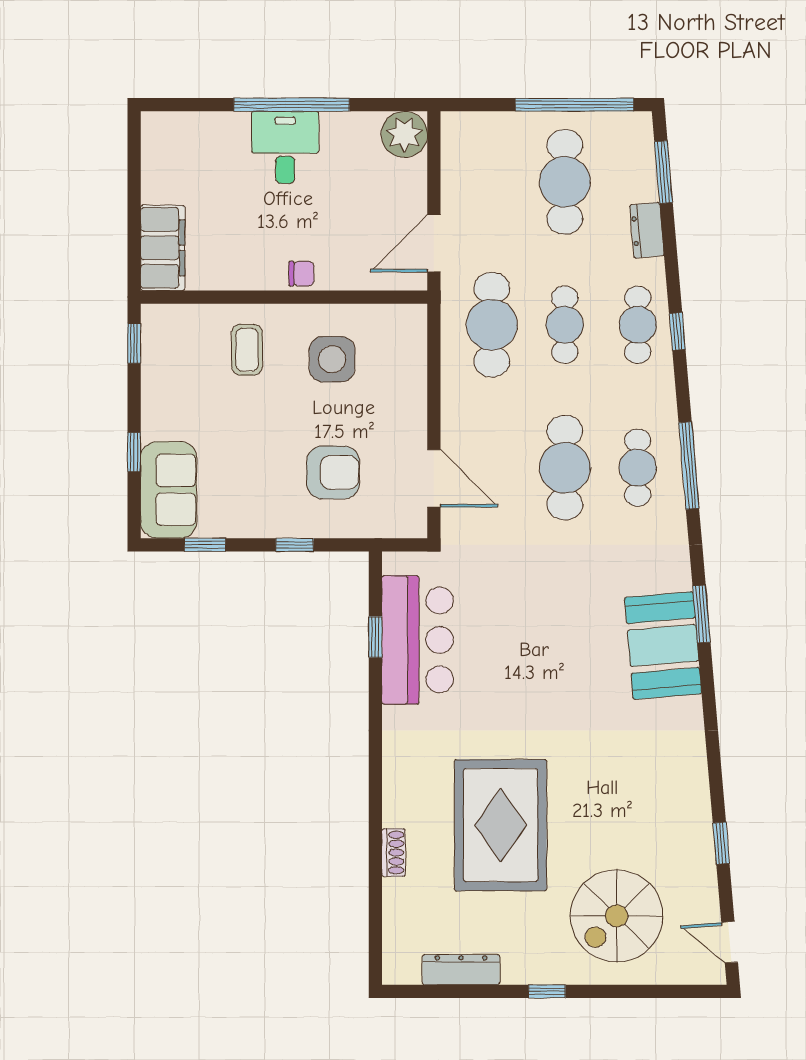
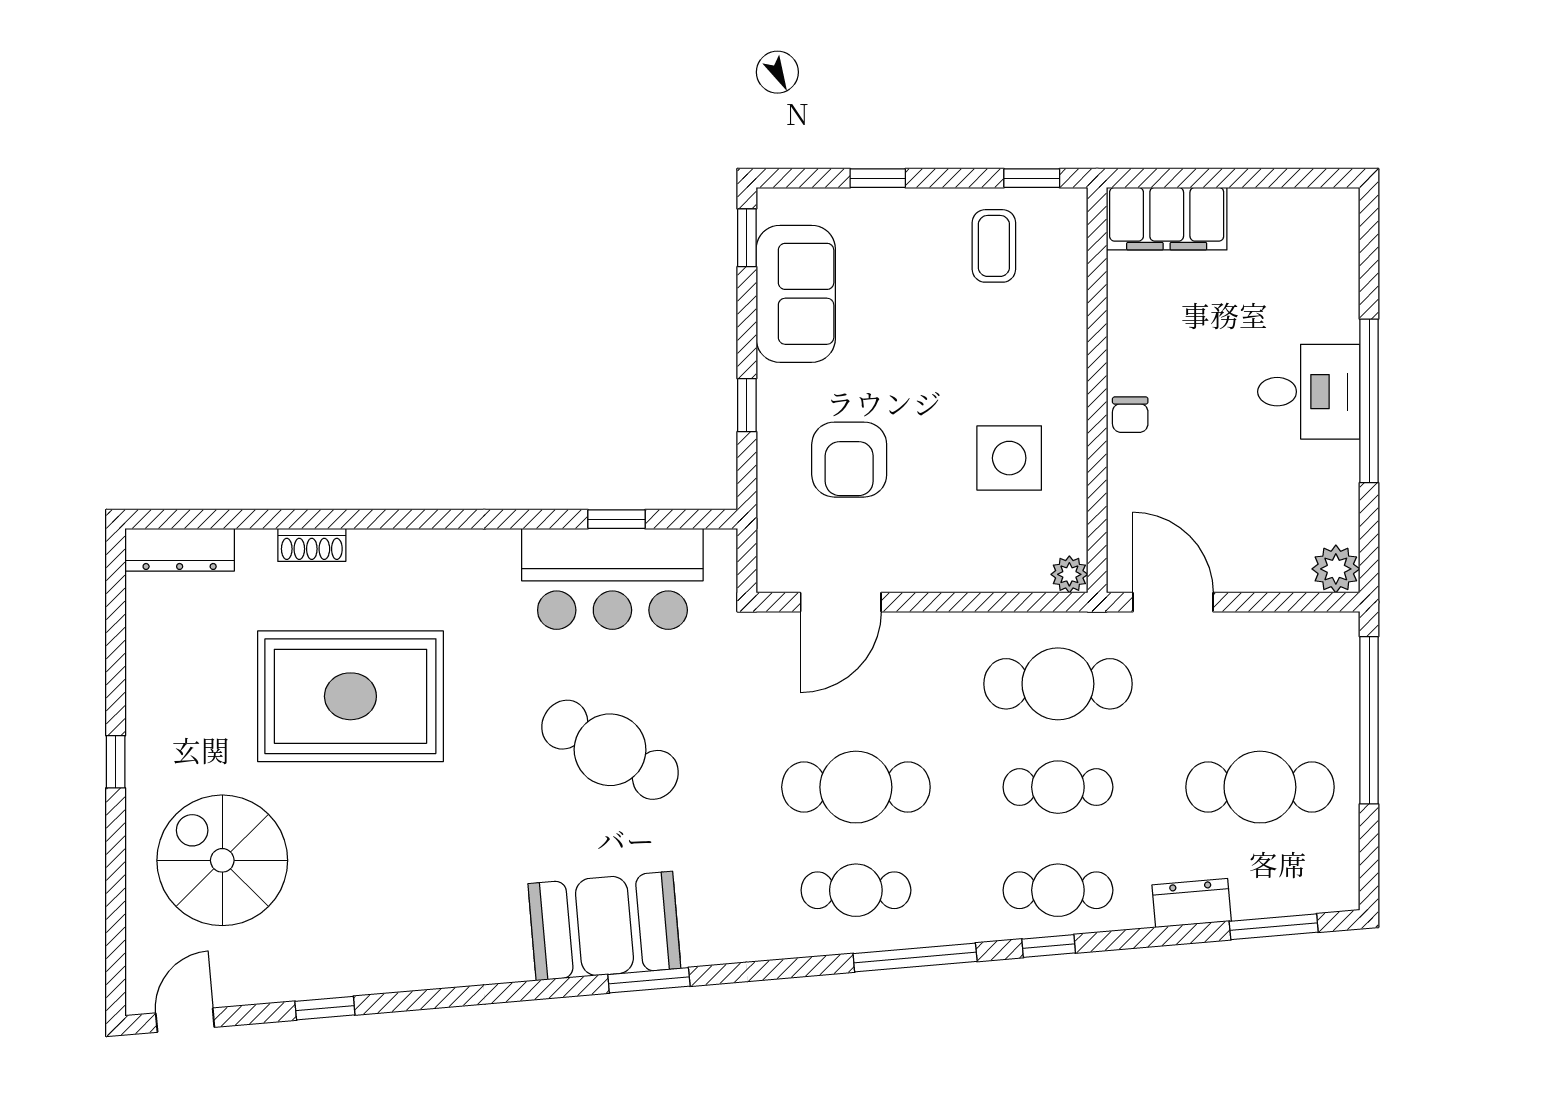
window: (575, 105) -> (1369, 720), moved
plant: (404, 134) -> (1336, 569), width x0.73, depth x0.73
plant: (414, 317) -> (1069, 574), added
coffee table: (247, 350) -> (994, 246), moved, turned 90
window: (689, 465) -> (915, 958), moved
sofa: (169, 490) -> (796, 294), moved, turned -90
window: (205, 545) -> (747, 238), moved
cafe table: (538, 642) -> (610, 750), added
dresser: (461, 970) -> (180, 550), moved, turned 90

